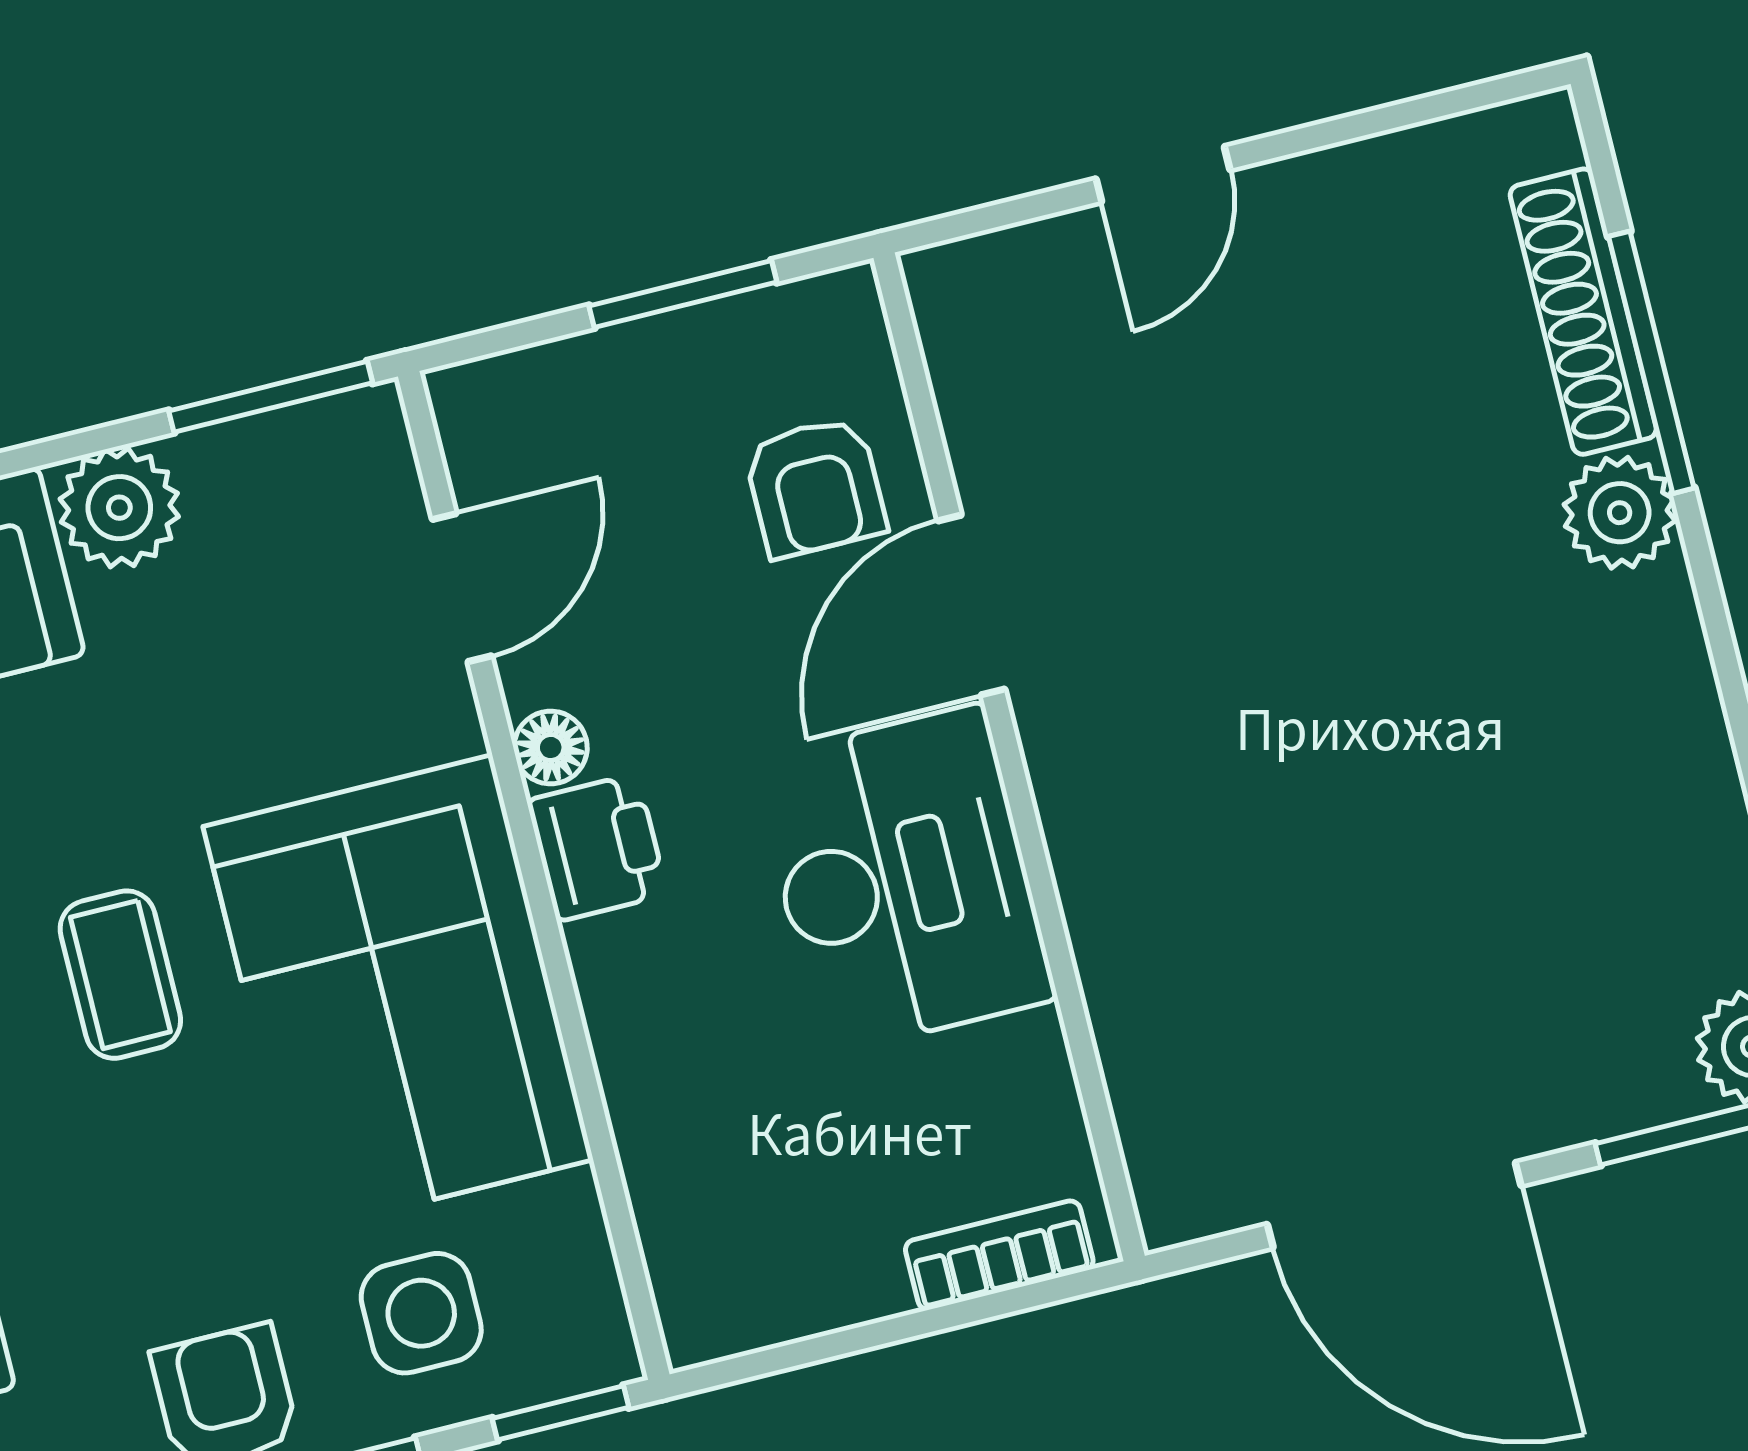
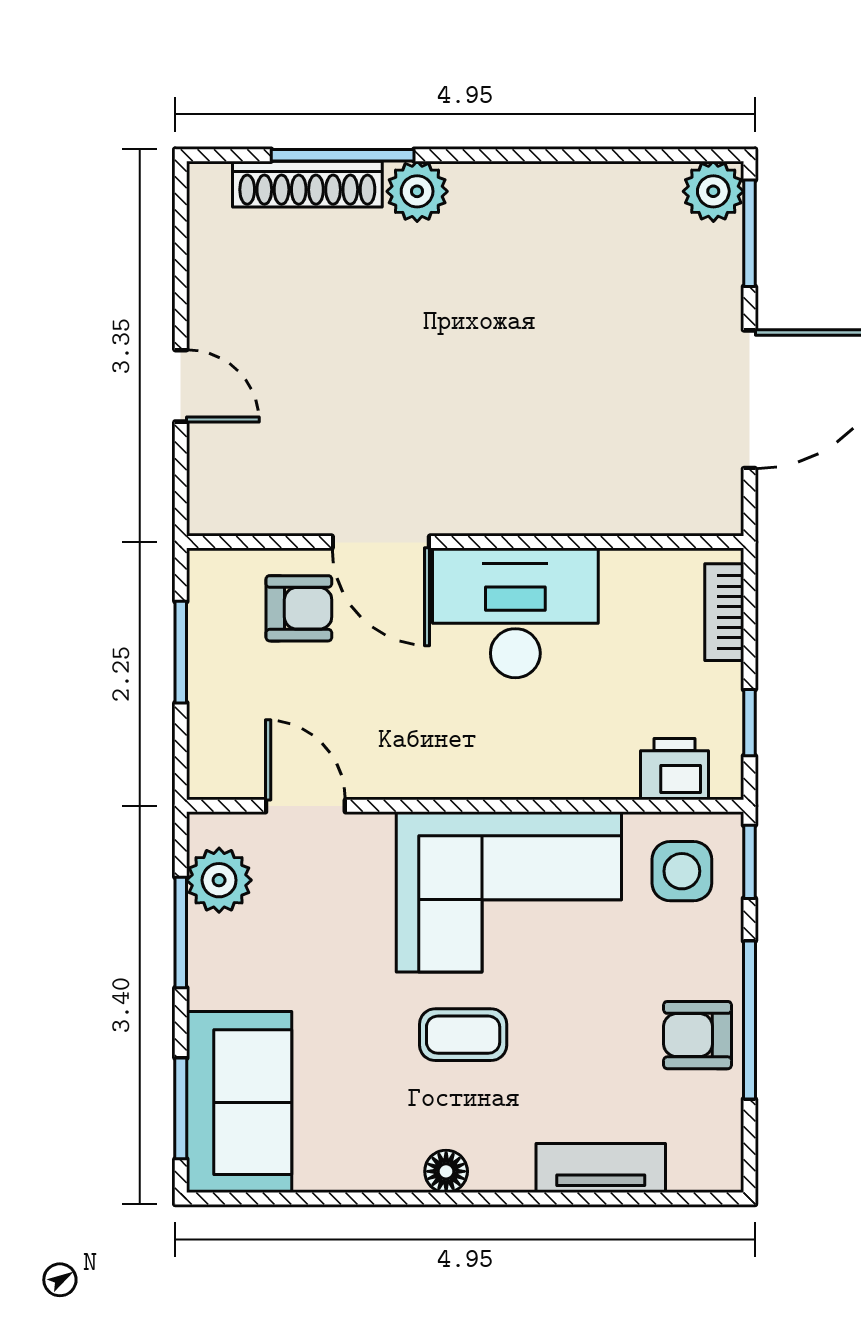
window: (271, 397) -> (181, 933), moved
plant: (119, 508) -> (219, 880), moved
floor lamp: (551, 748) -> (401, 780), removed
printer: (597, 847) -> (674, 769), moved
side table: (421, 1313) -> (682, 871), moved
window: (811, 1350) -> (749, 723), added

